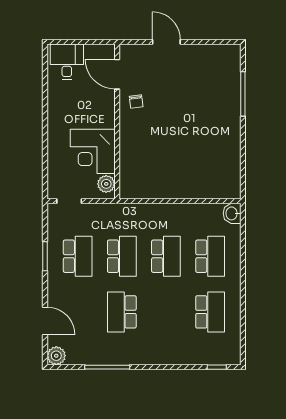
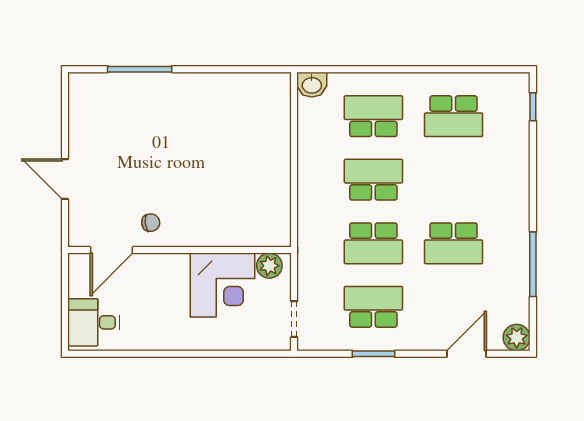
door: (166, 42) -> (65, 179), hinge flipped
school desk: (122, 256) -> (373, 243), turned 180
school desk: (210, 312) -> (454, 116), turned 180

